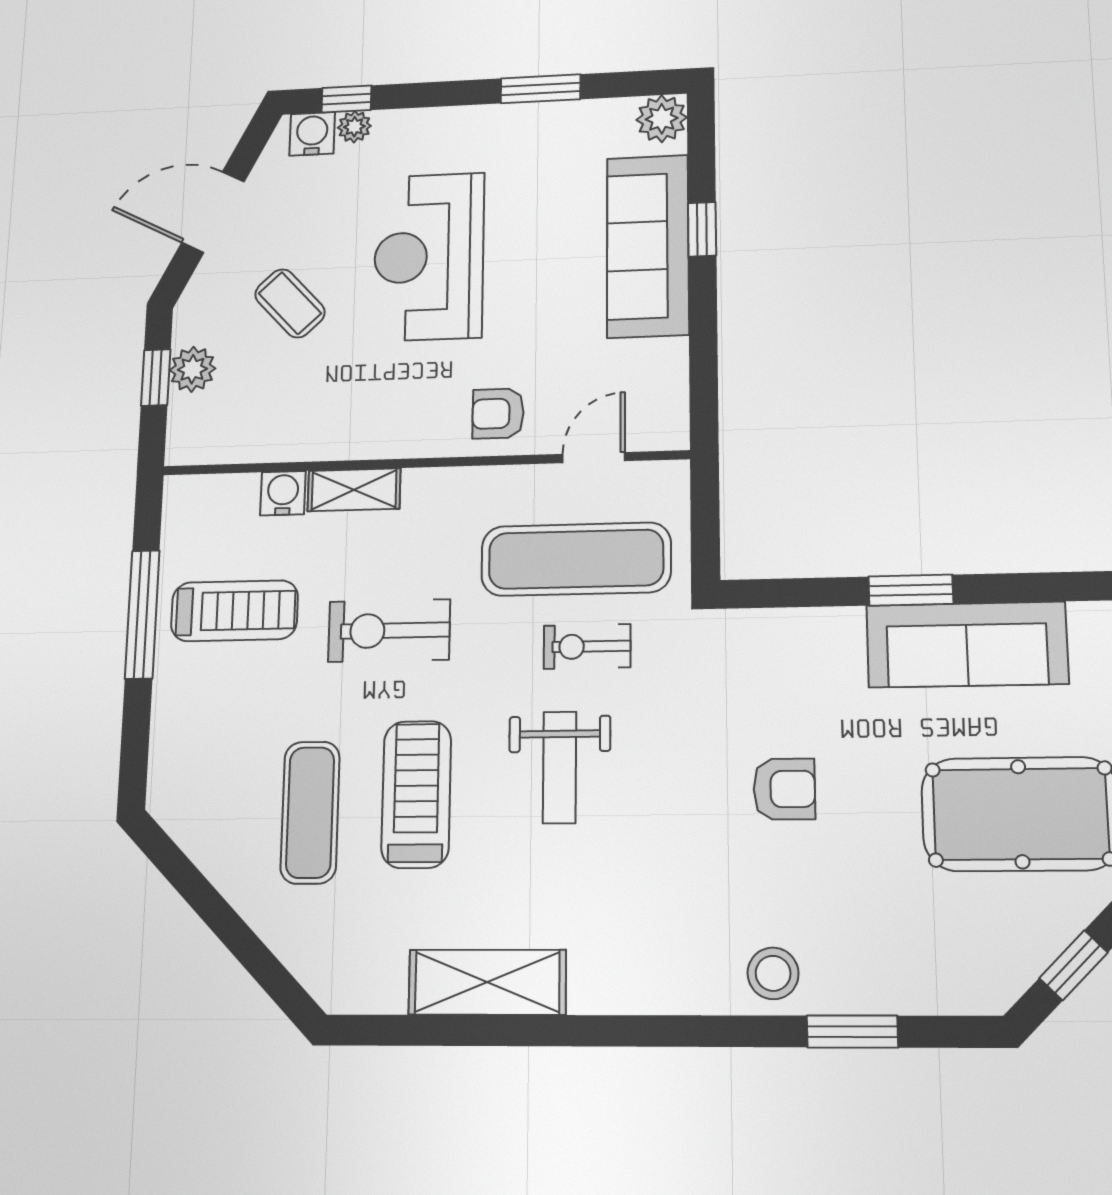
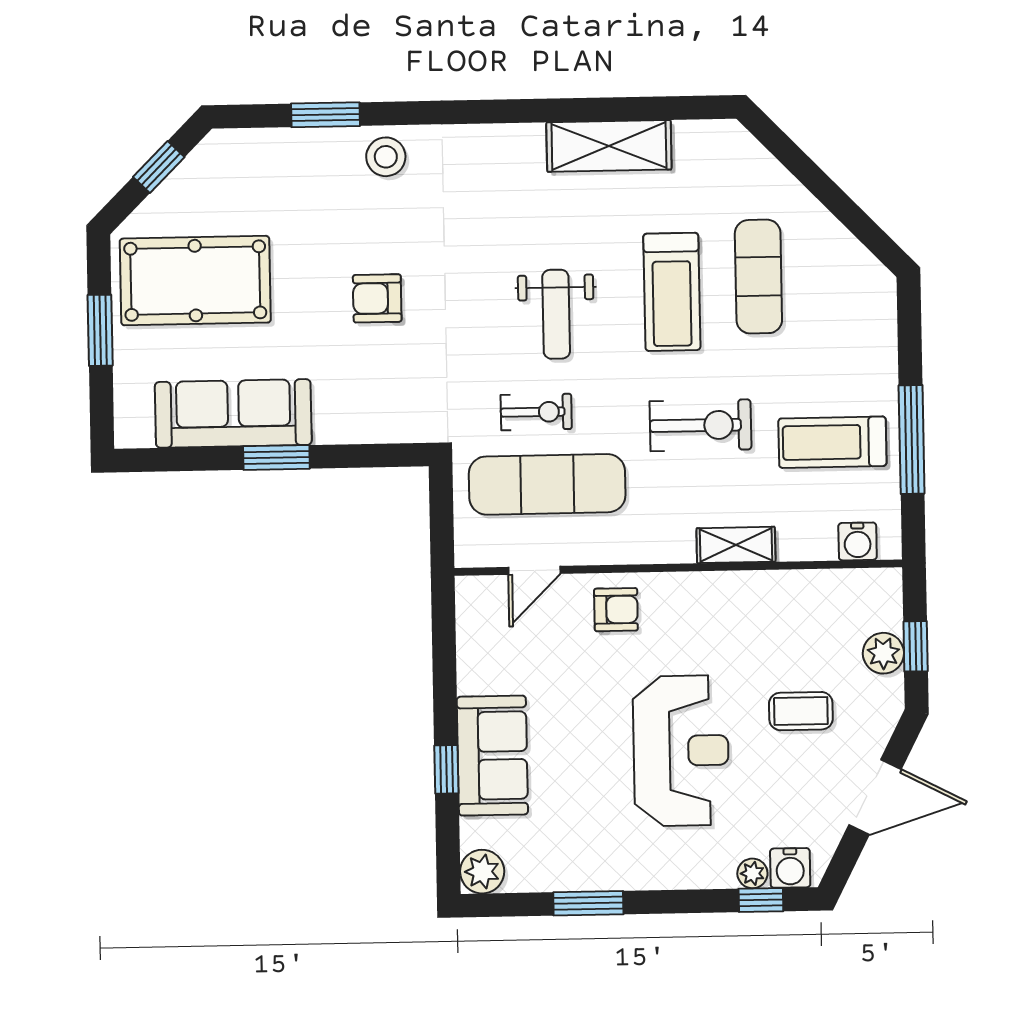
sofa: (648, 246) -> (492, 756), width x0.73
coffee table: (290, 303) -> (801, 711), turned -47
water cooler: (283, 493) -> (858, 541), moved
weight bench: (560, 767) -> (556, 314), turned 180

